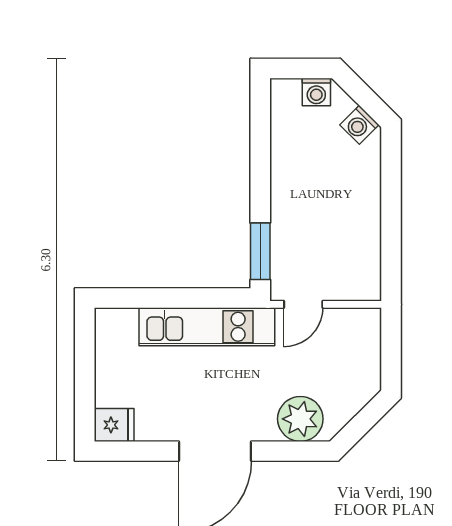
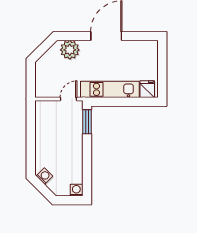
washing machine: (316, 92) -> (76, 190), moved
fridge: (114, 425) -> (147, 89), moved, turned 90

